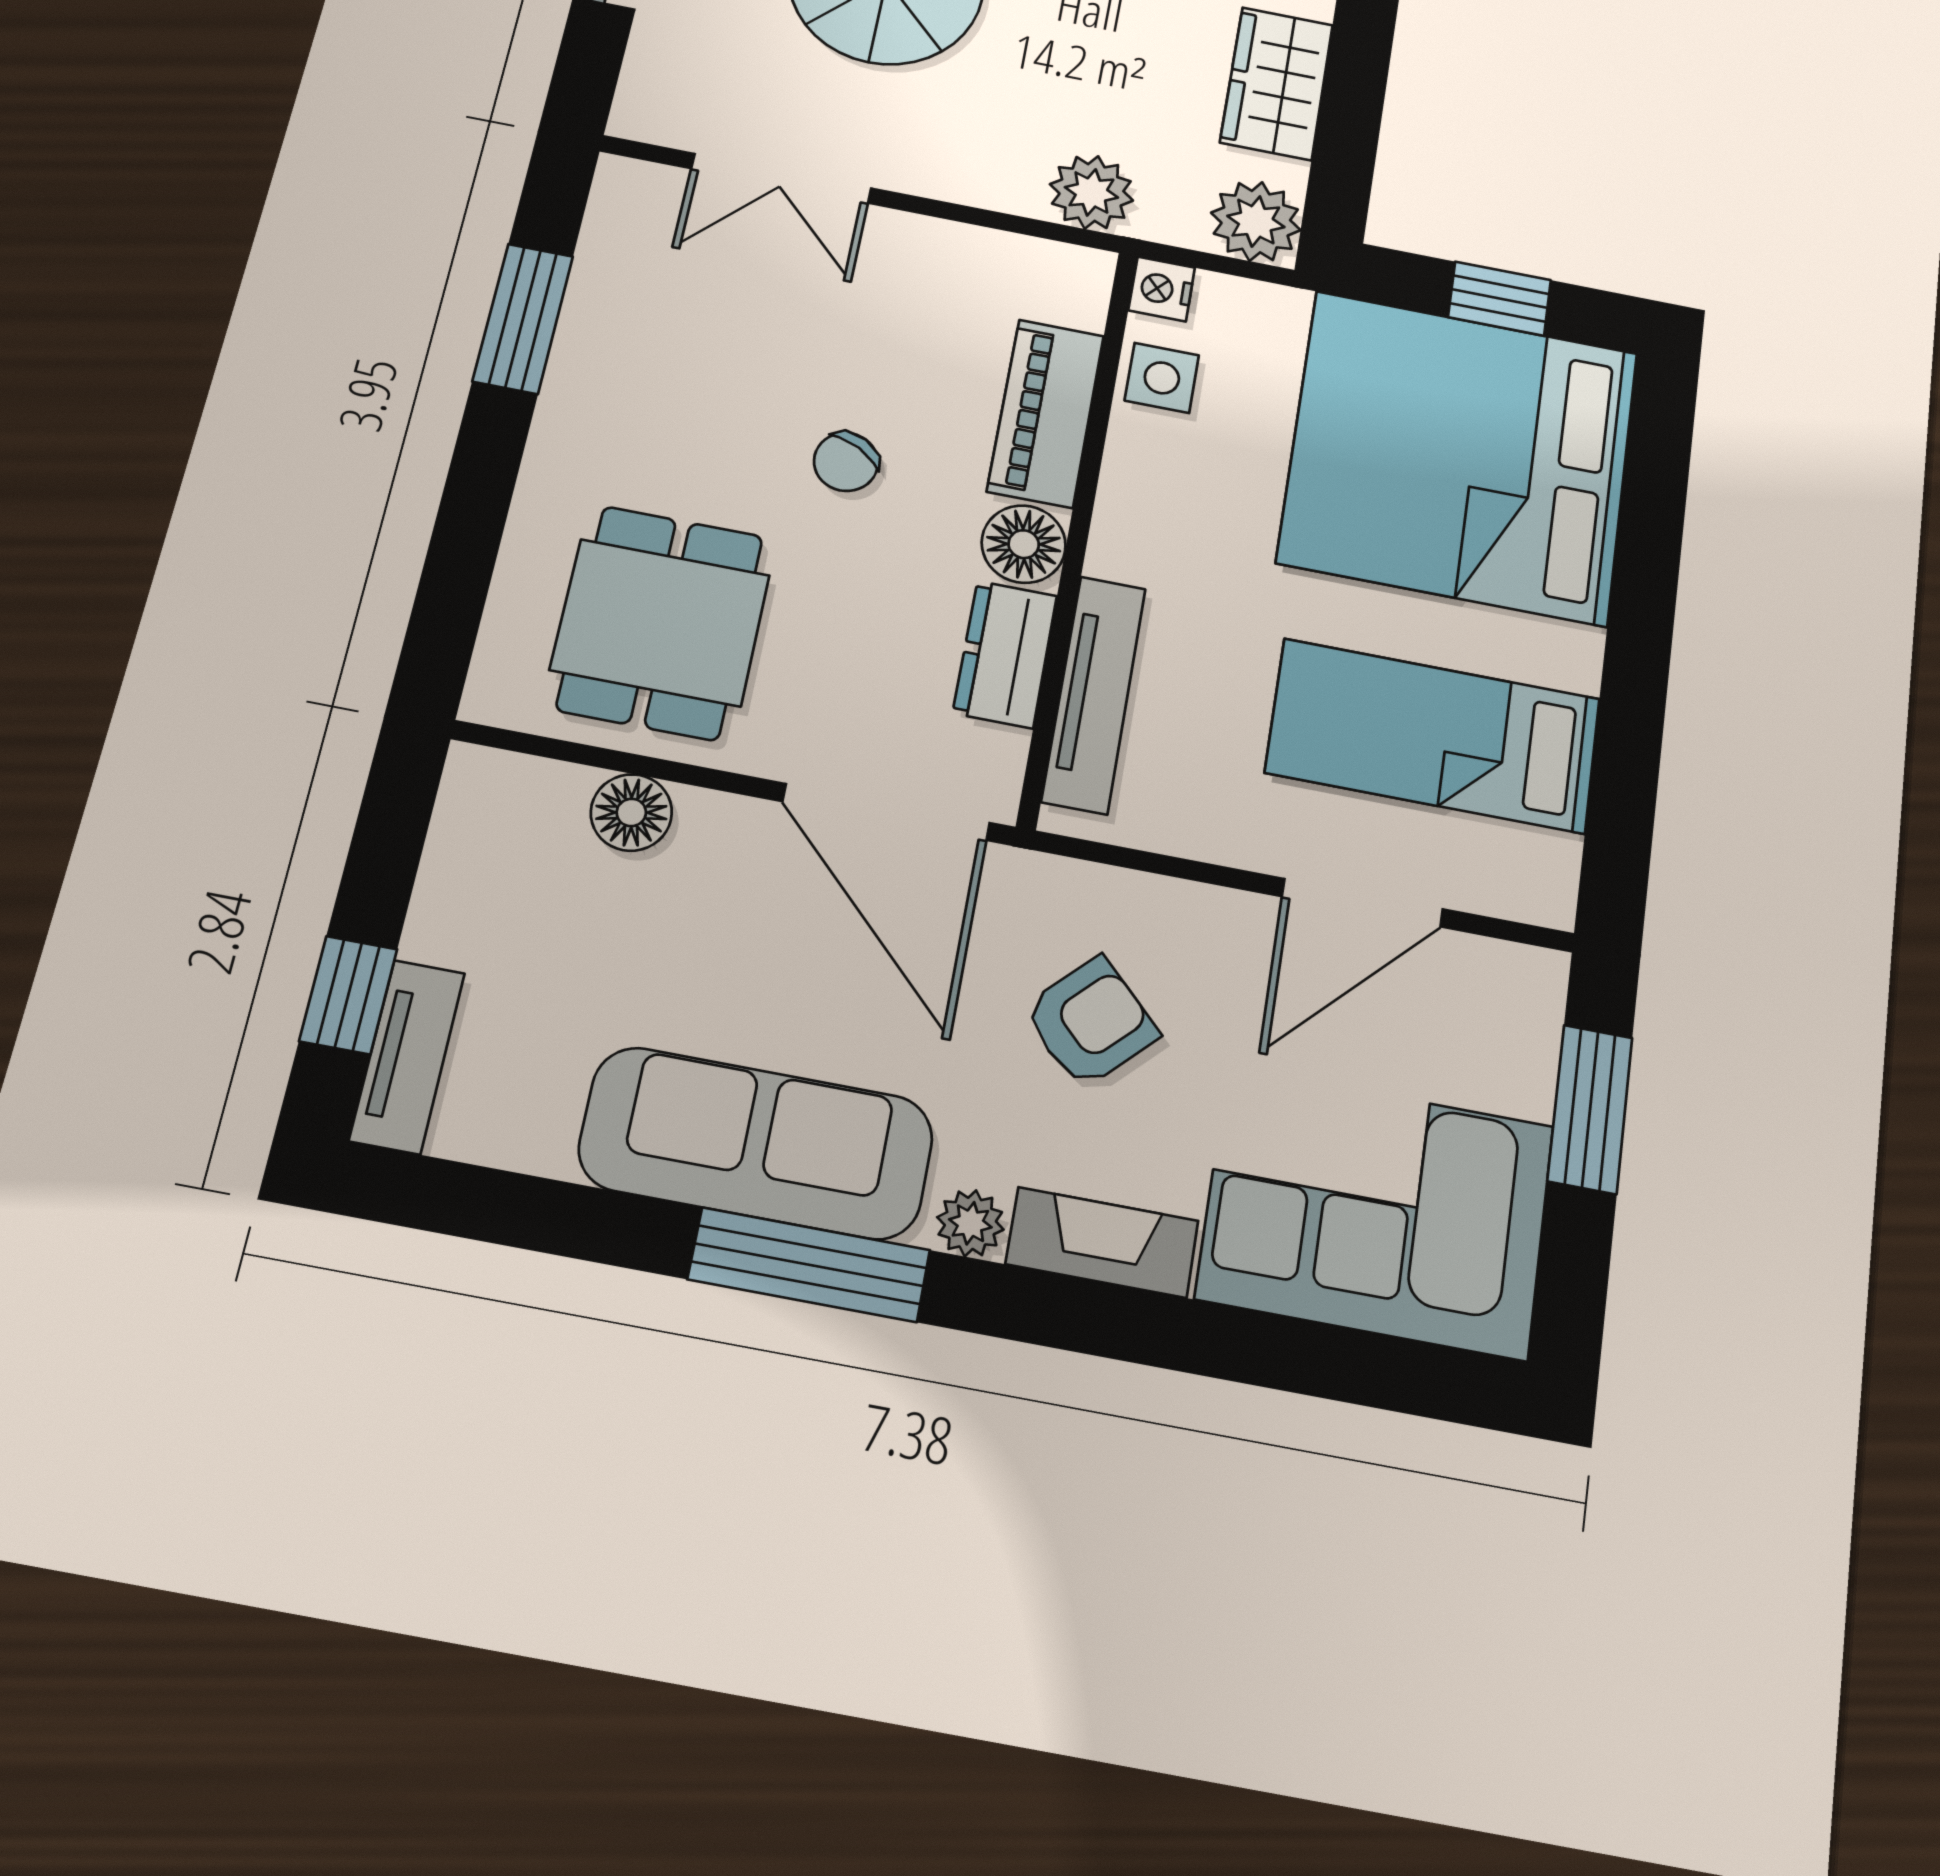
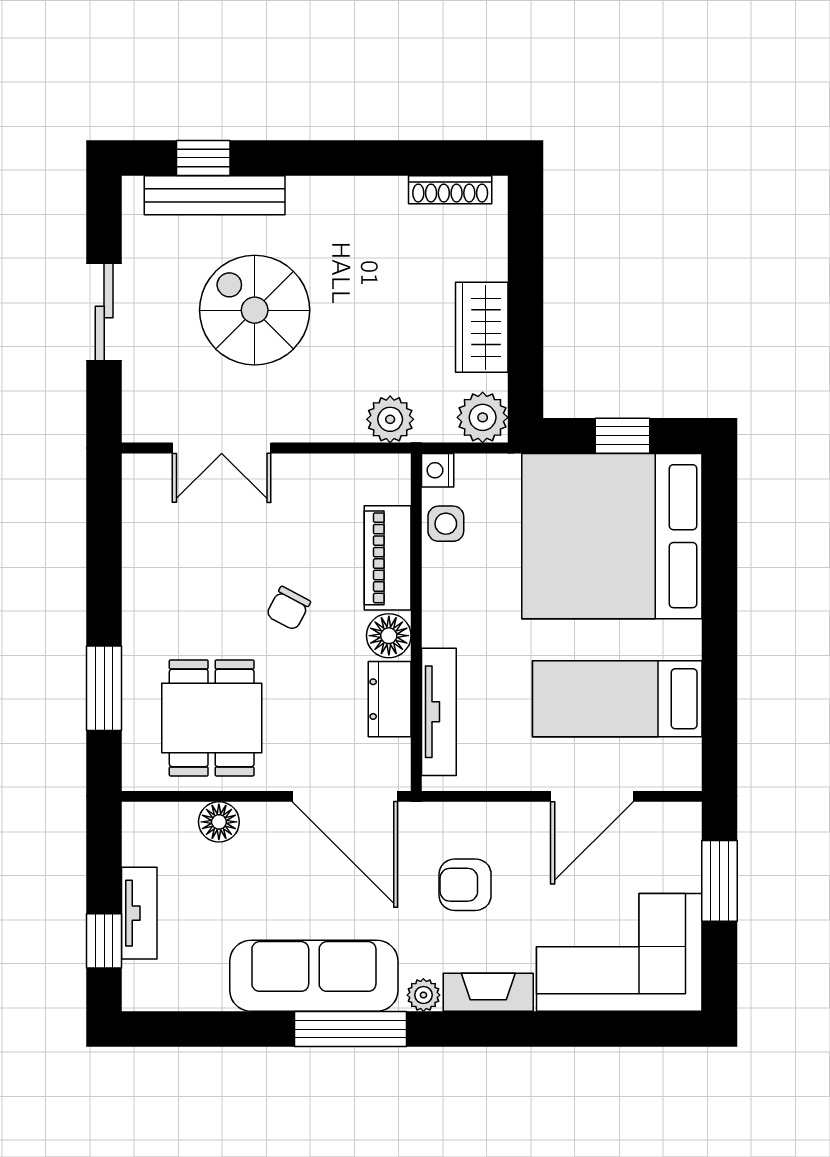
window: (523, 319) -> (104, 688), moved
armchair: (1091, 1022) -> (465, 885), turned -135
tv unit: (407, 1057) -> (139, 913), moved

